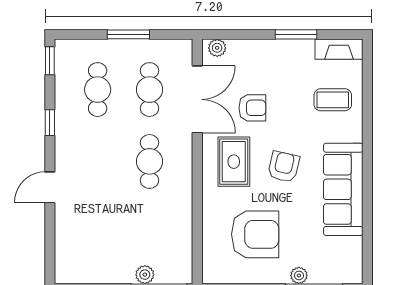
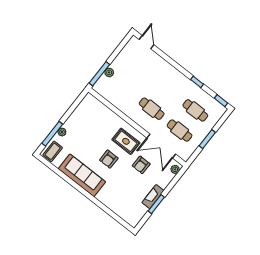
fireplace: (339, 49) -> (153, 197), moved
coffee table: (333, 100) -> (53, 151), moved
armchair: (284, 167) -> (109, 159), turned 77
door: (50, 187) -> (146, 42), moved
armchair: (255, 234) -> (91, 127), removed

